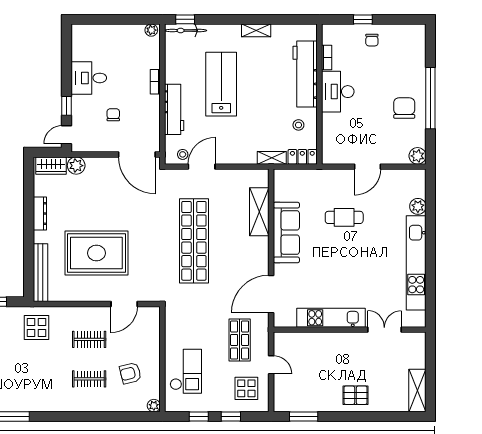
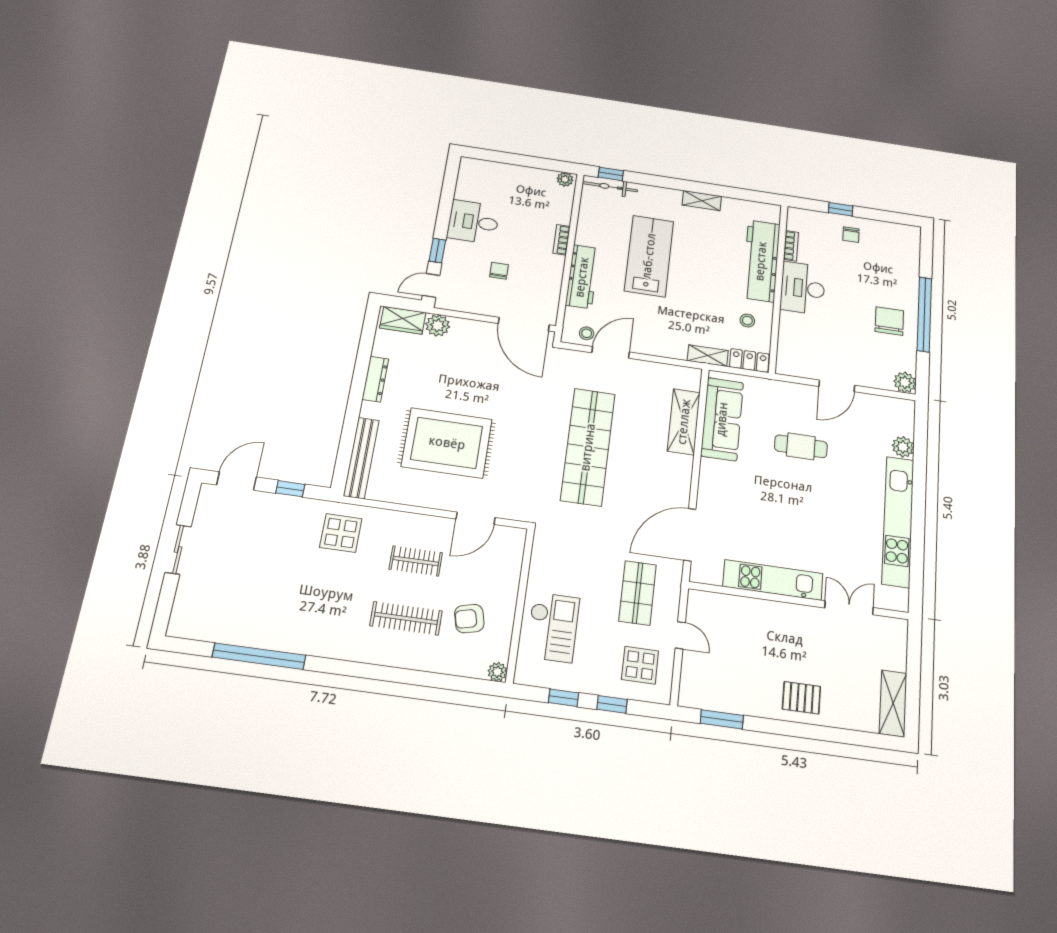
sofa: (286, 232) -> (722, 419), moved
clothes rail: (89, 379) -> (406, 618), width x1.36

